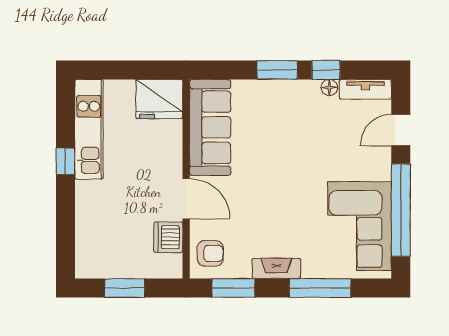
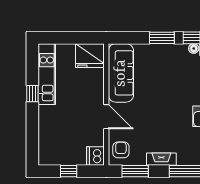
dishwasher: (168, 237) -> (95, 156), moved
armchair: (210, 253) -> (121, 150), turned -90
window: (125, 288) -> (69, 171), width x0.67

